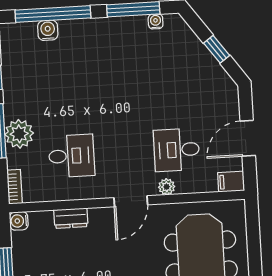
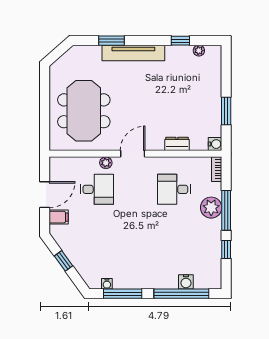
filing cabinet: (231, 182) -> (59, 217), moved

